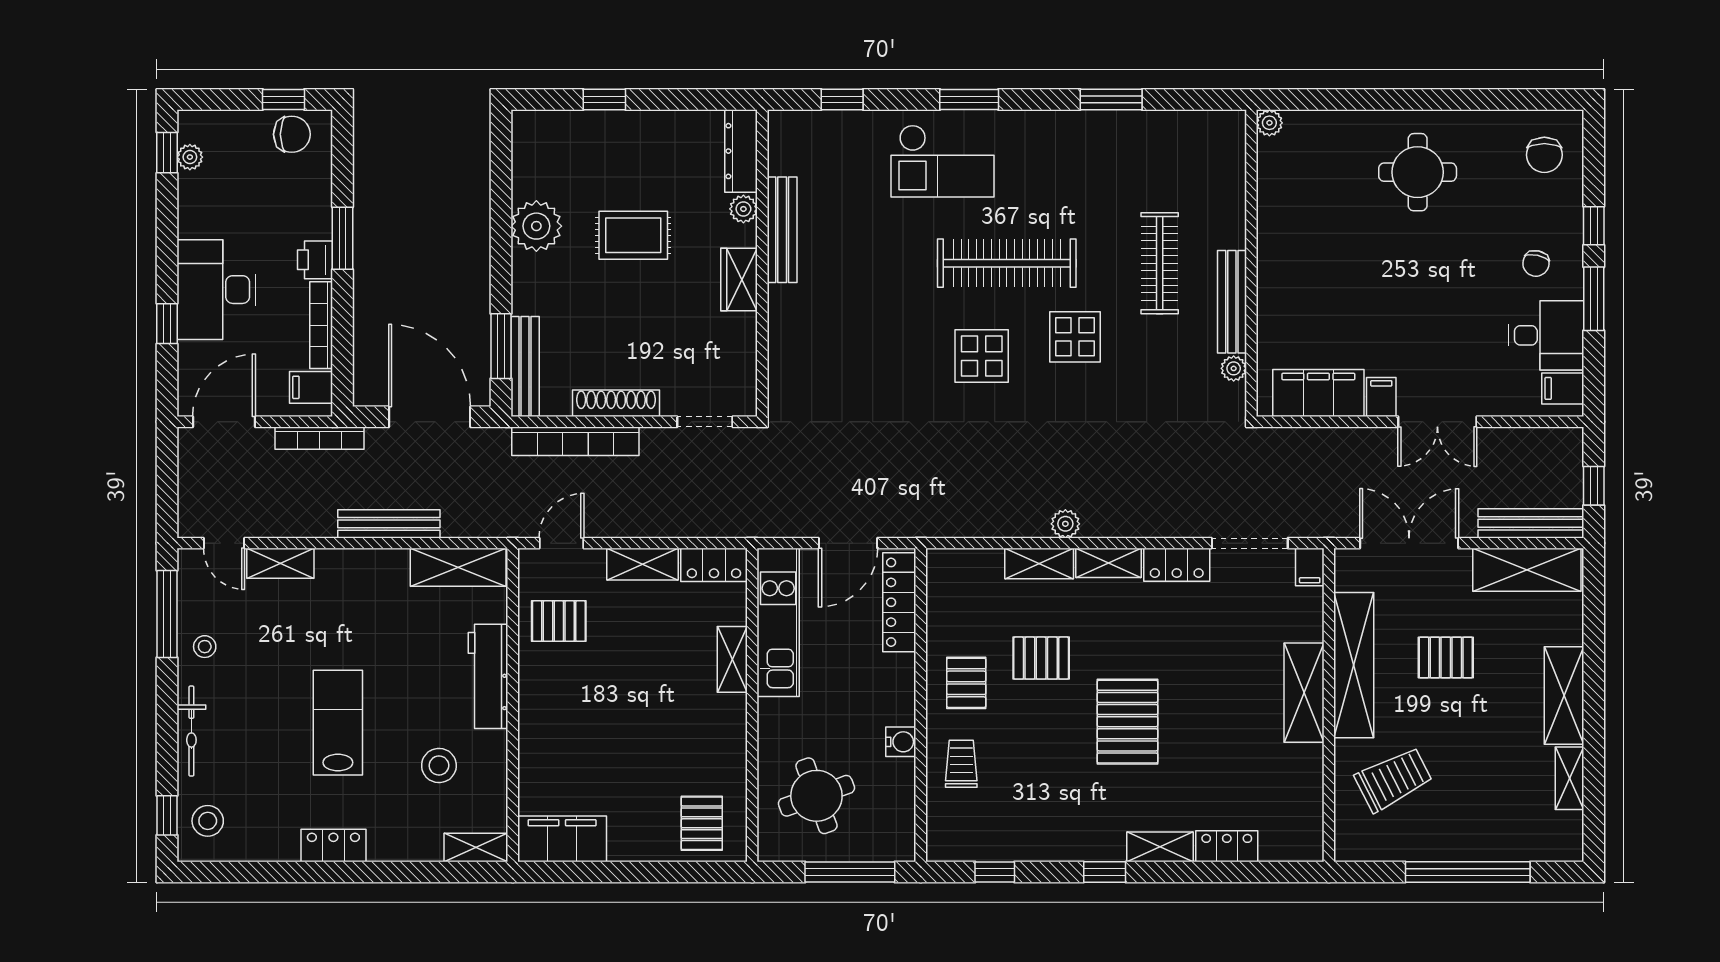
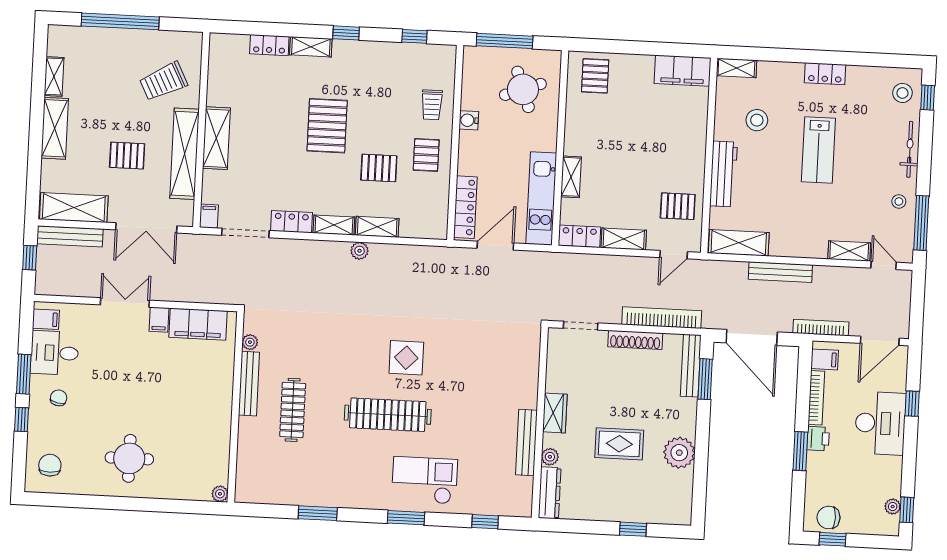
display table: (1075, 337) -> (348, 367), removed

